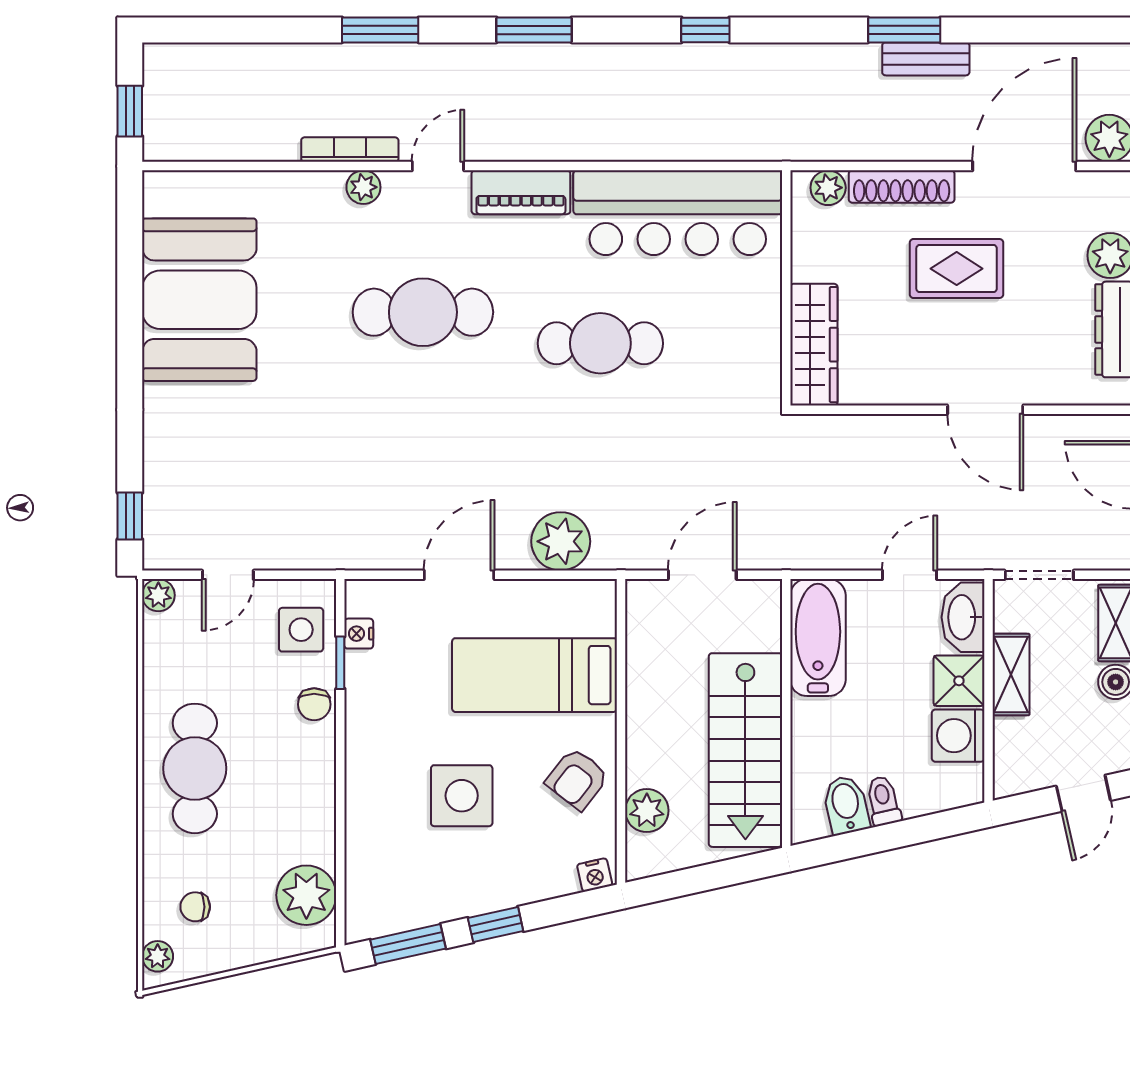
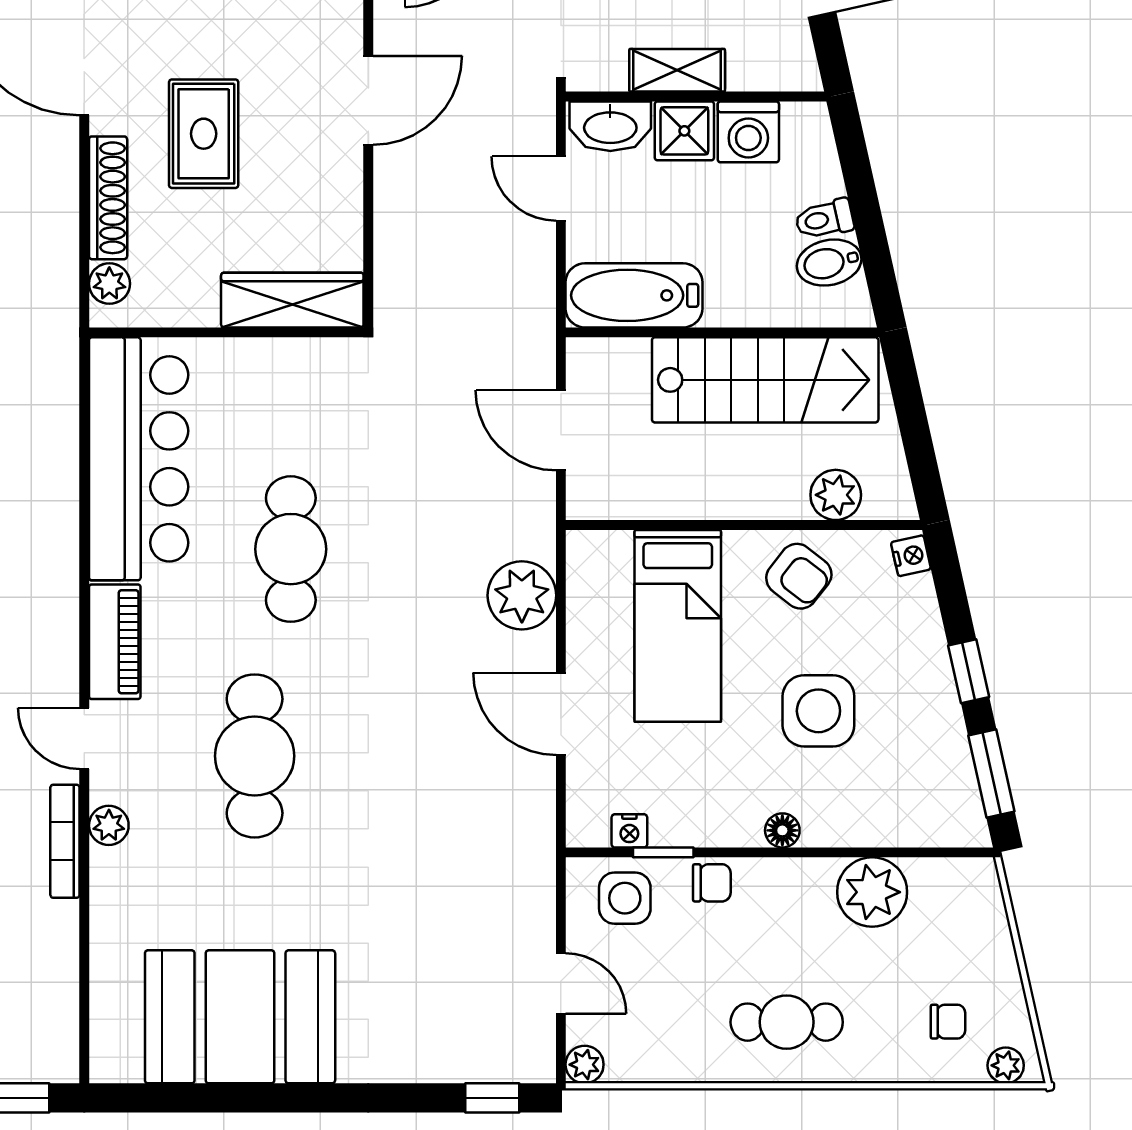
floor lamp: (359, 765) -> (782, 830), added
cafe table: (195, 768) -> (787, 1022), width x0.73, depth x0.74
plant: (306, 895) -> (872, 892), moved
chair: (195, 907) -> (948, 1022), turned -90

